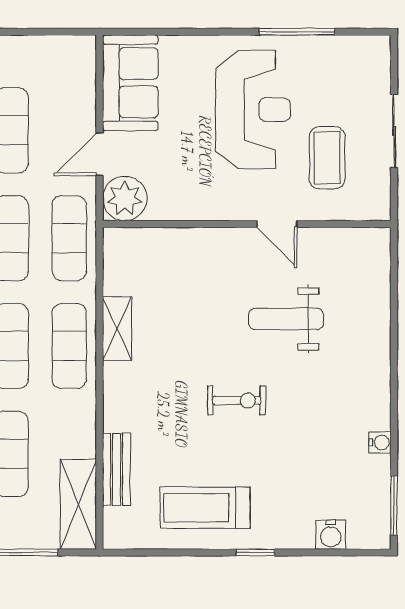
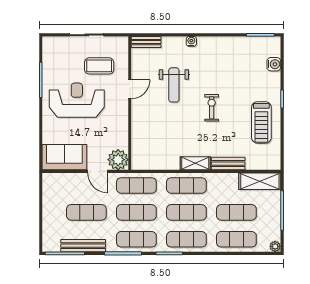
bench: (379, 259) -> (146, 42), added
shelving: (117, 329) -> (195, 163), moved
water cooler: (380, 442) -> (191, 41), moved
bench: (116, 469) -> (228, 164), moved

